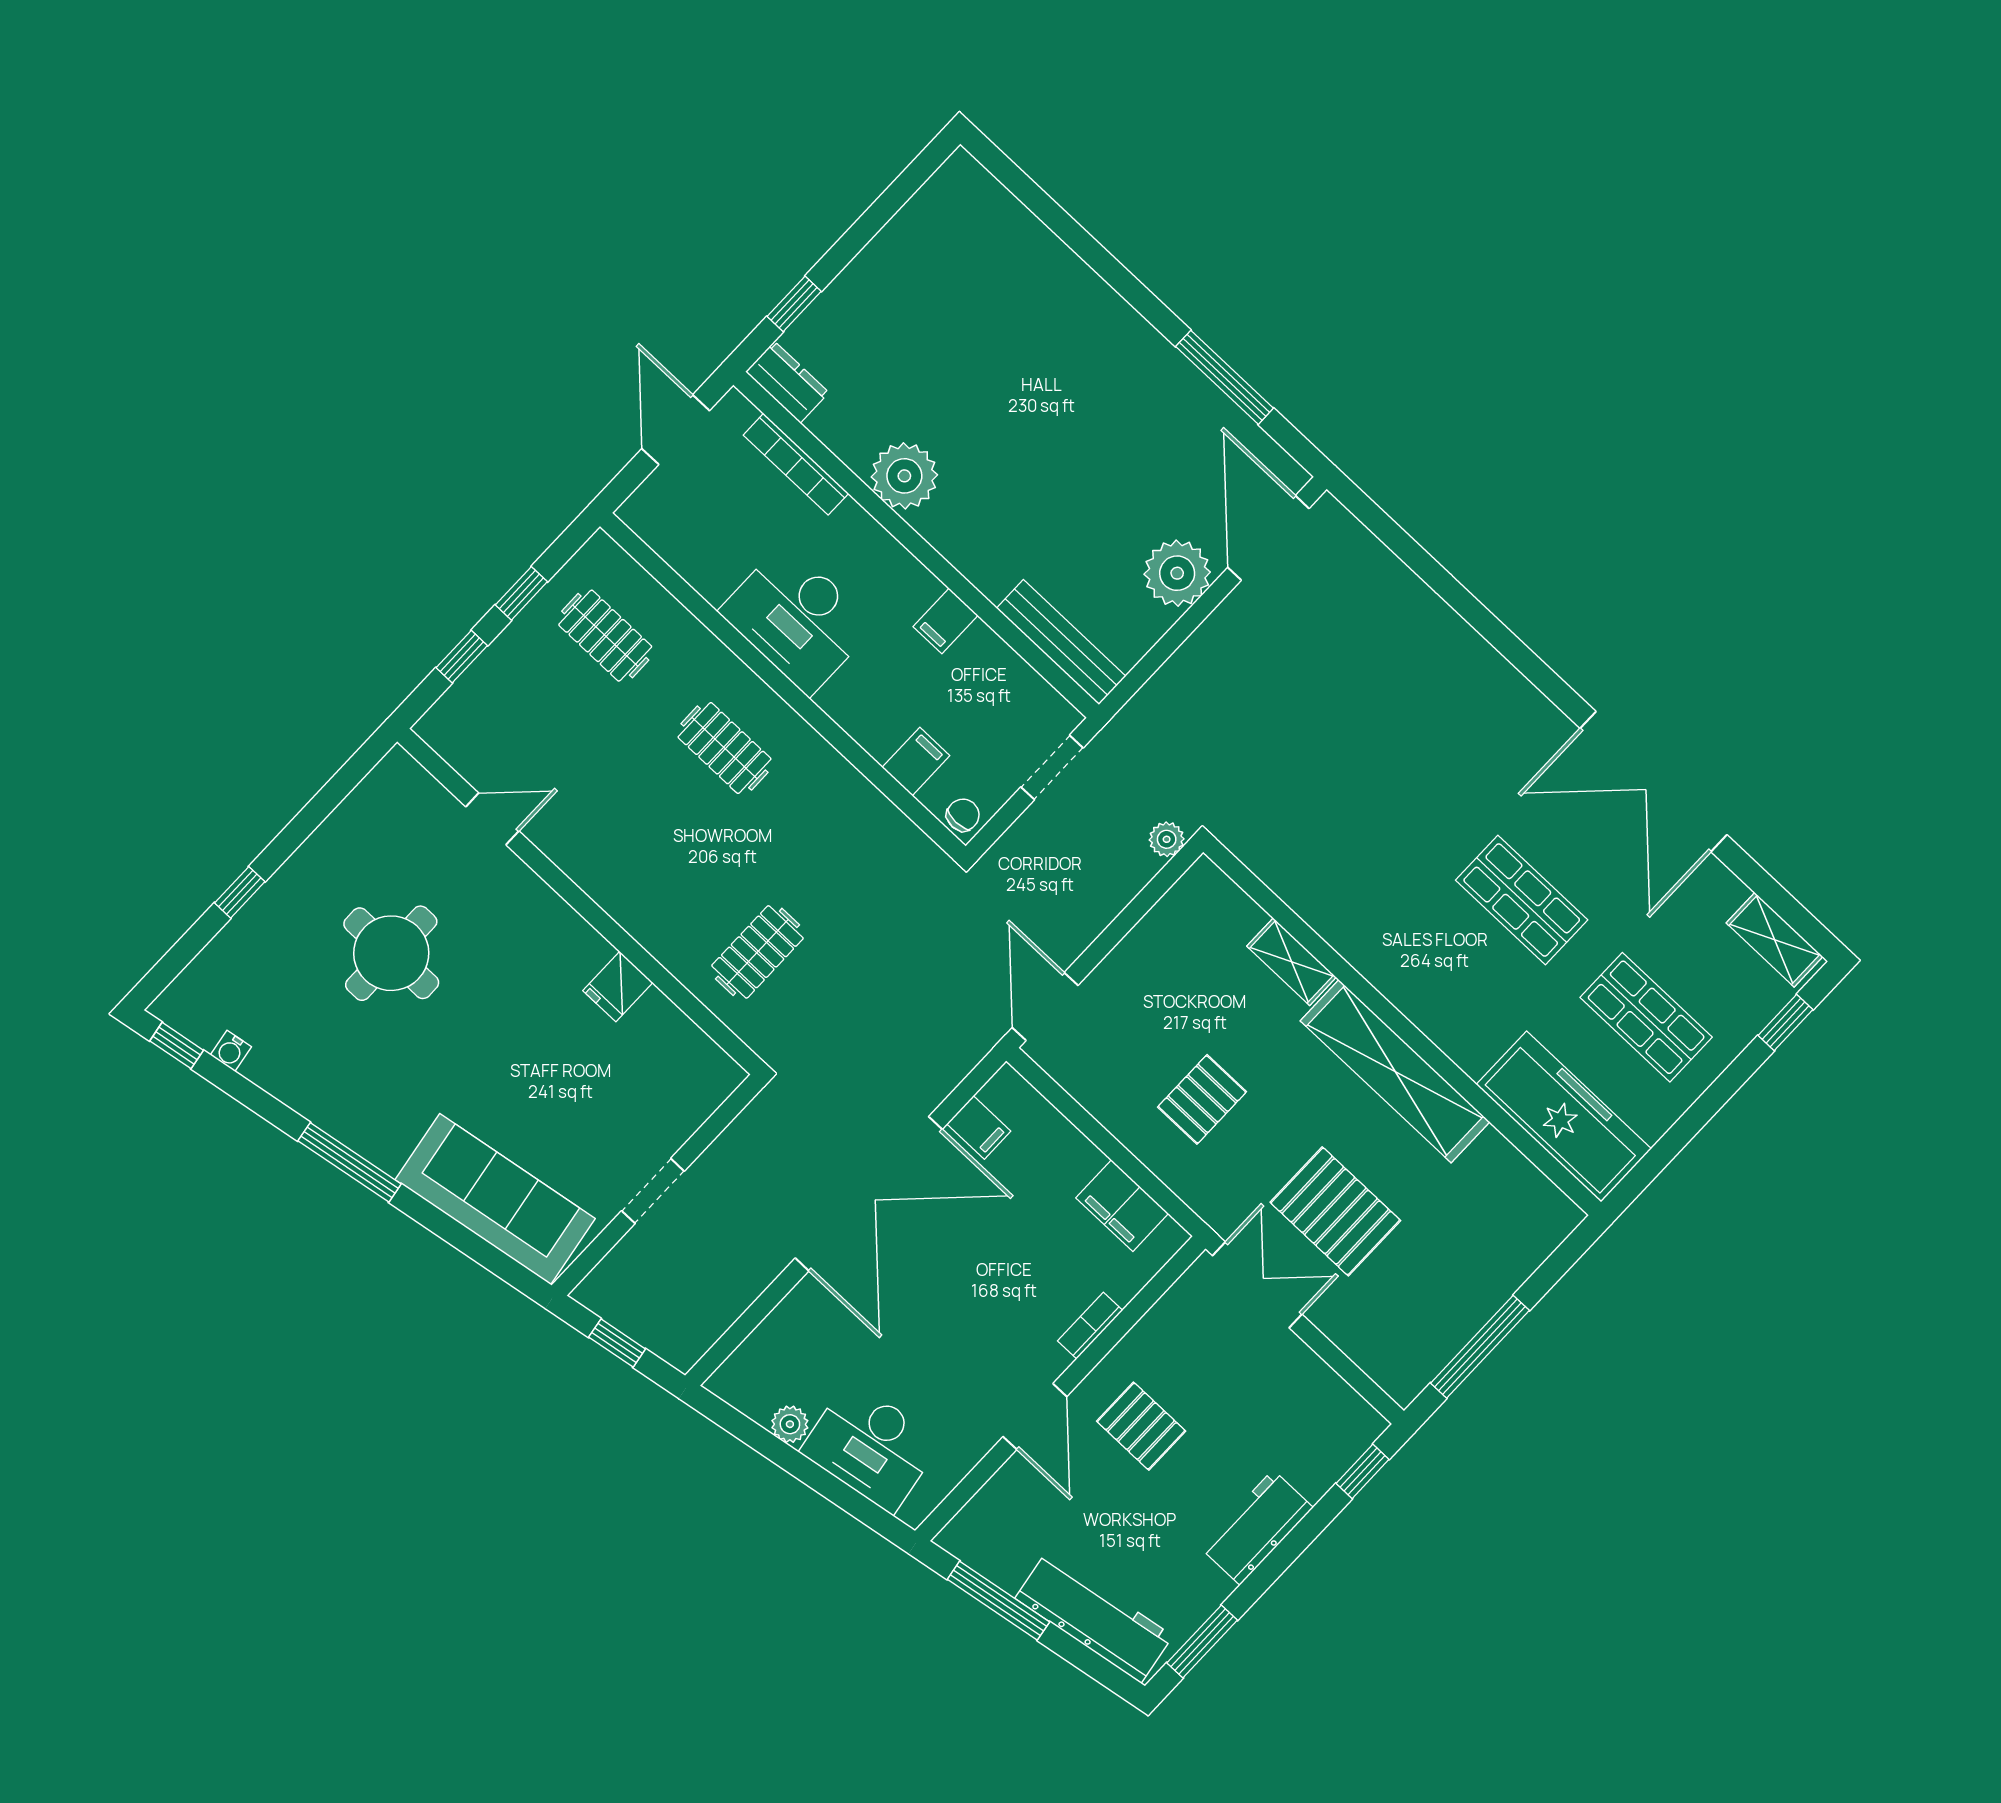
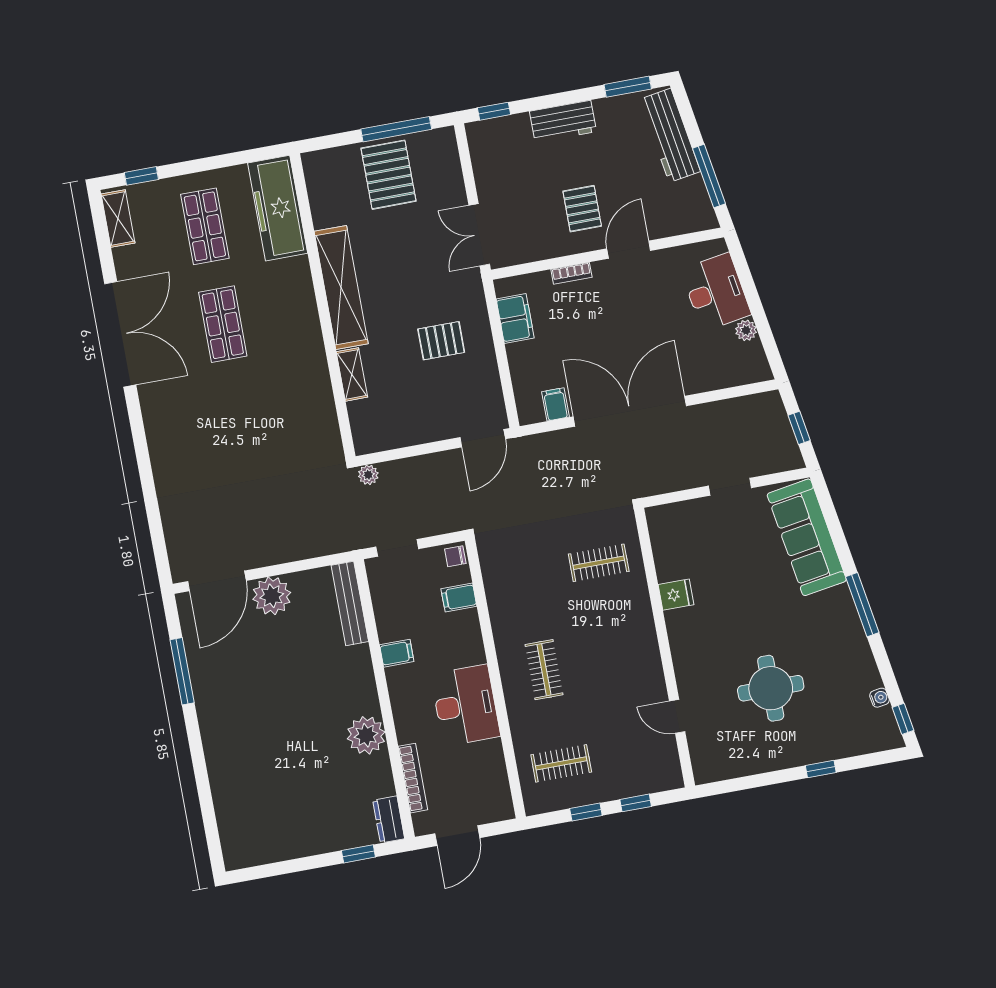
clothes rail: (605, 636) -> (561, 763), turned 90
pallet: (1335, 1211) -> (388, 175), moved

